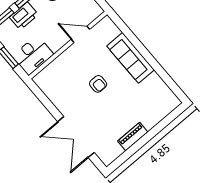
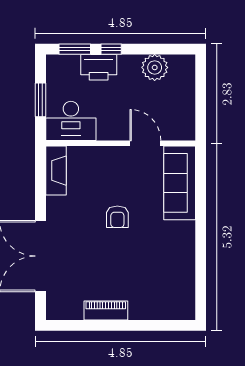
sofa: (131, 58) -> (180, 183), moved
fireplace: (47, 87) -> (56, 171), added

